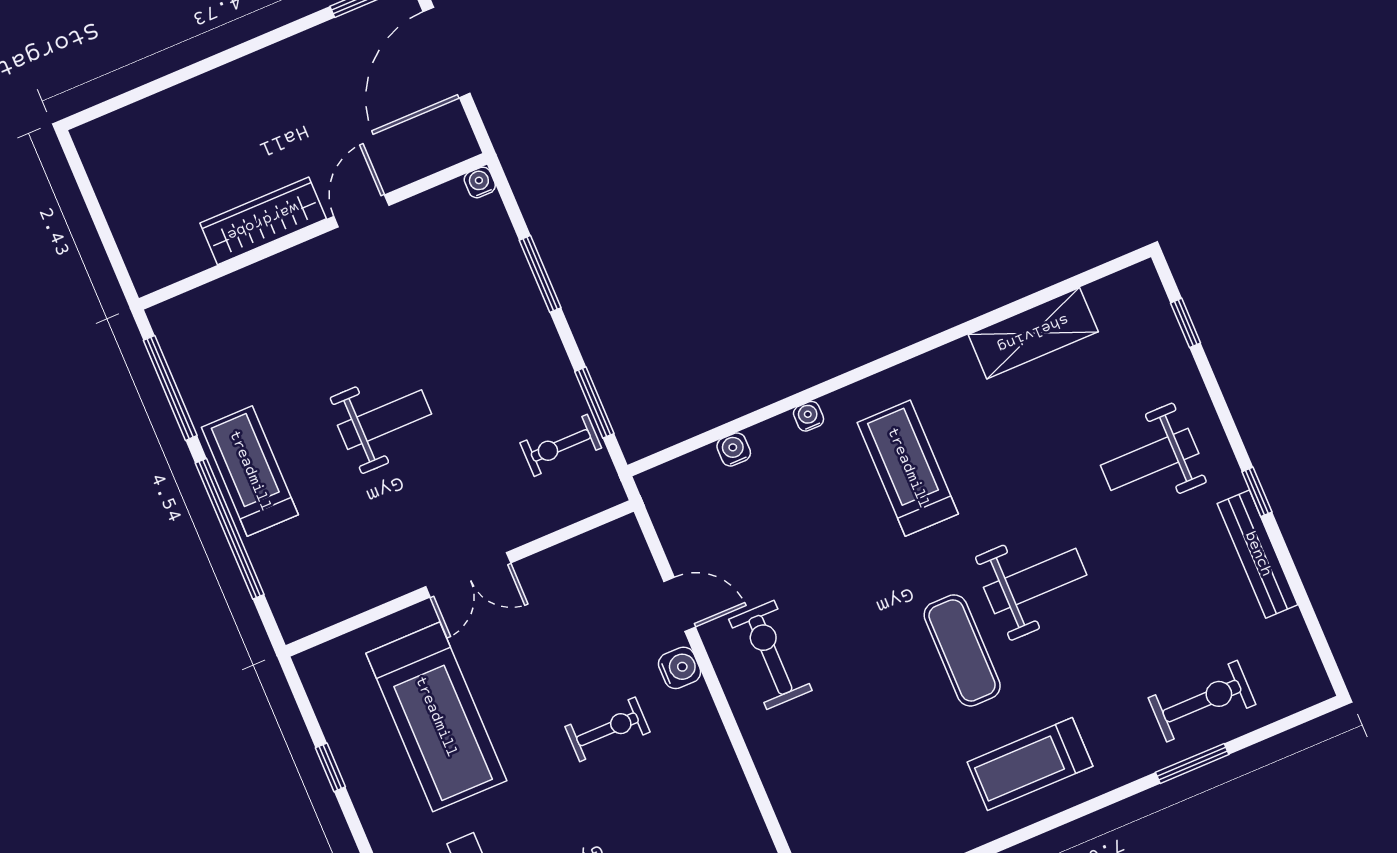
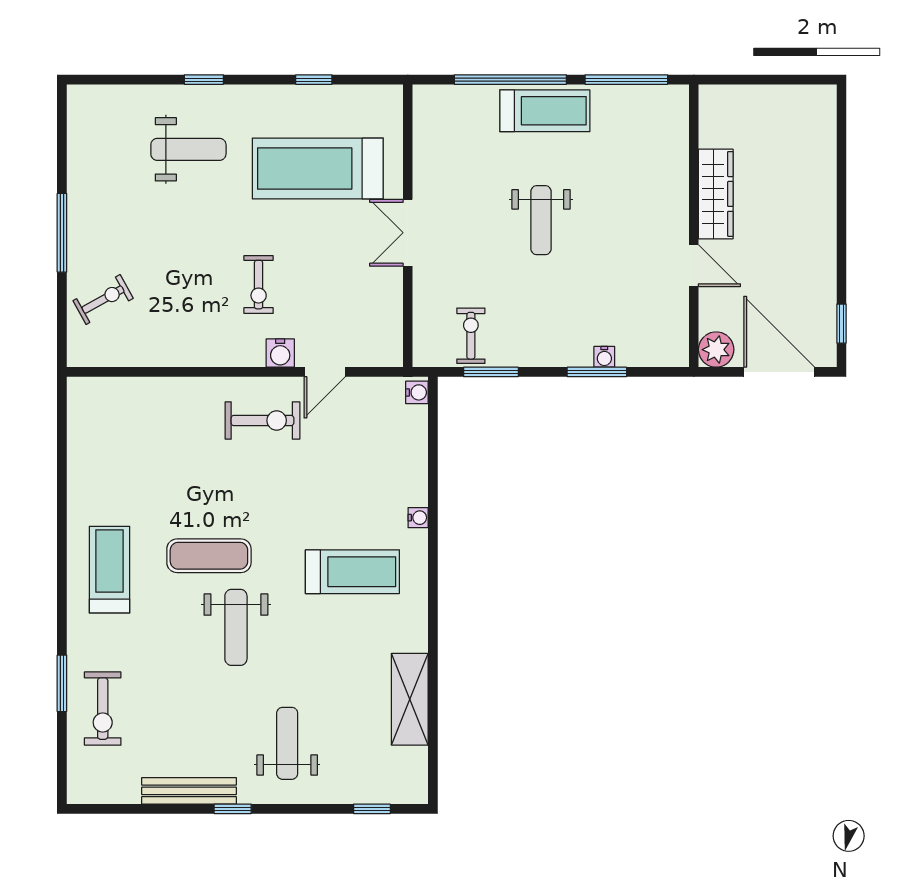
plant: (452, 141) -> (716, 350), added
water cooler: (480, 182) -> (604, 357), moved, turned 90
water cooler: (734, 449) -> (417, 392), moved

